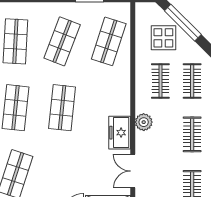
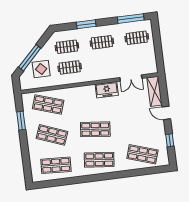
plant: (144, 122) -> (98, 75), removed

